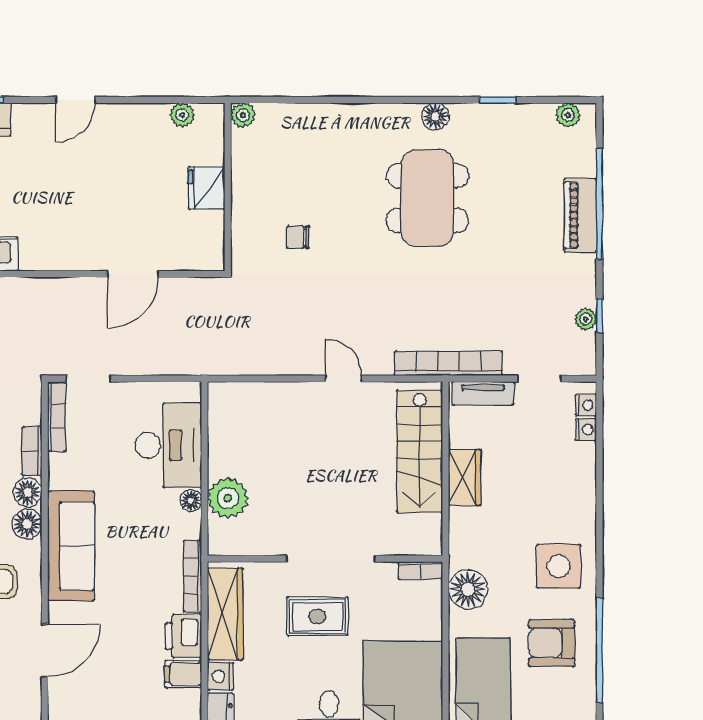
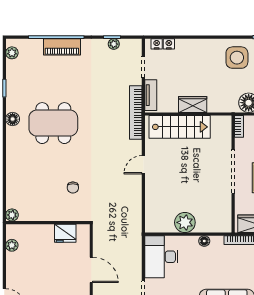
fridge: (206, 188) -> (65, 233), moved
desk: (168, 445) -> (161, 257), moved, turned -90
plant: (228, 498) -> (185, 222), moved

